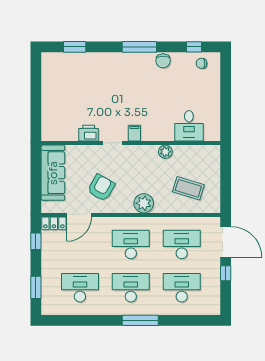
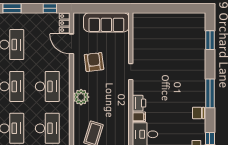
printer: (89, 133) -> (139, 103), moved
filing cabinet: (134, 133) -> (139, 117), moved
plant: (165, 152) -> (124, 115), removed
armchair: (101, 188) -> (94, 62), turned -126

